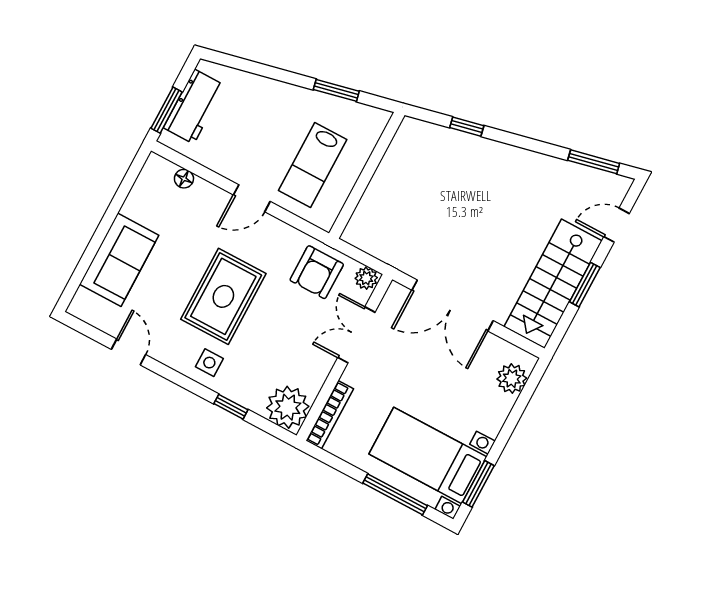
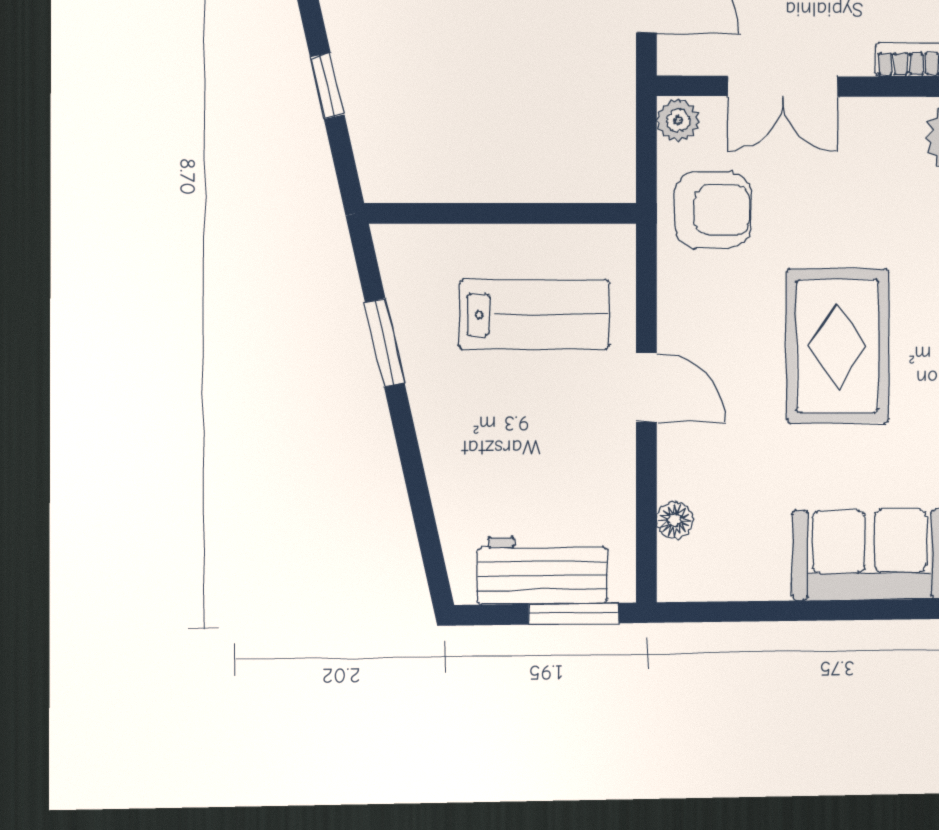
rug: (223, 296) -> (837, 346), turned 90

